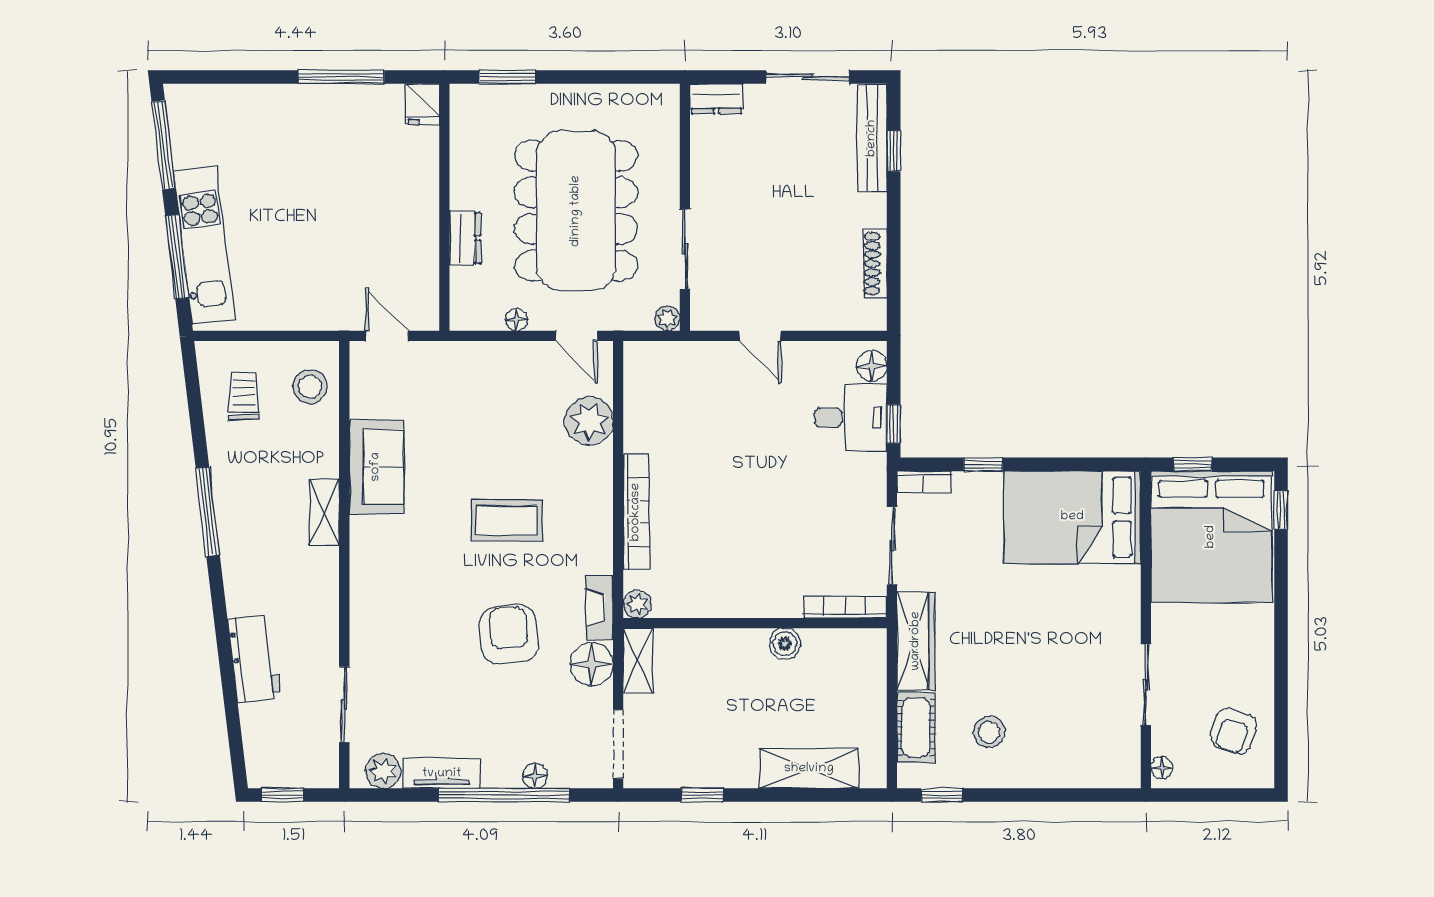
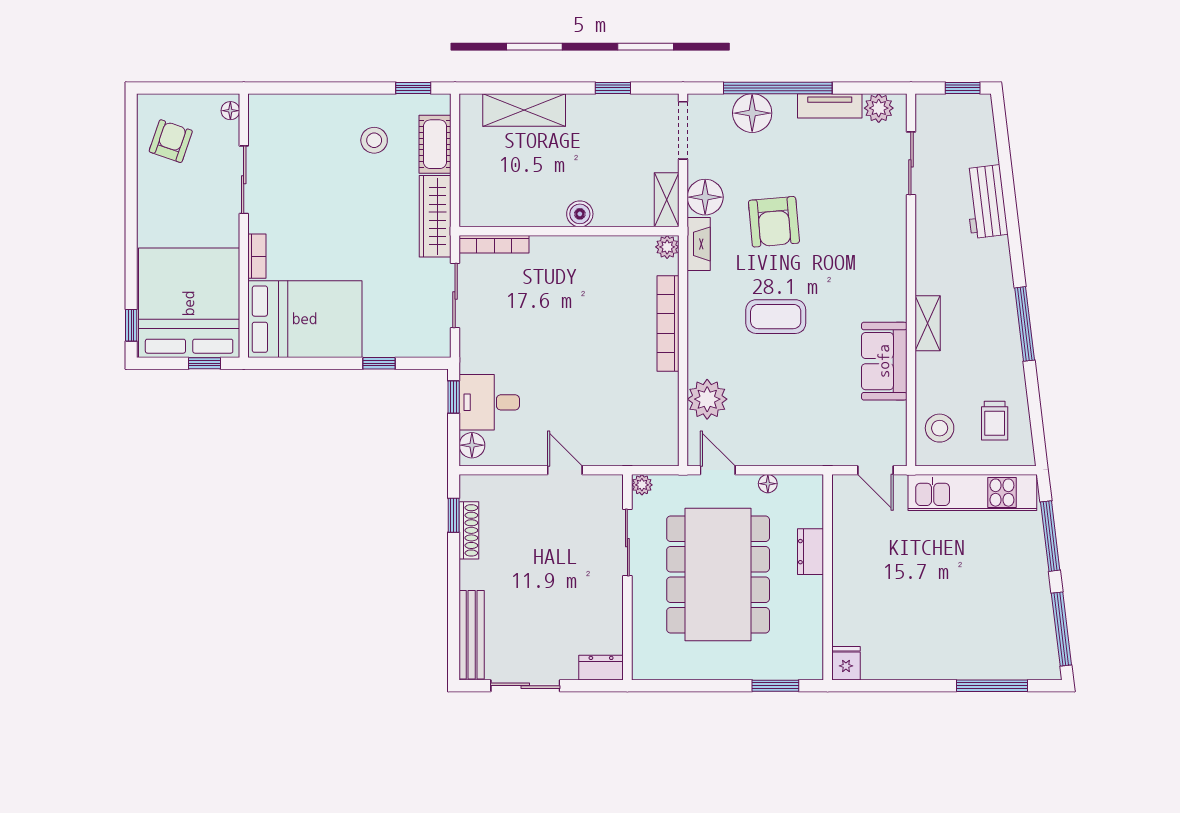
window: (341, 77) -> (992, 686), moved
window: (894, 151) -> (454, 515), moved
kitchen unit: (204, 245) -> (972, 493), moved, turned -83
bookcase: (924, 482) -> (257, 256), moved, turned 90
boiler: (785, 644) -> (580, 214), moved
floor lamp: (535, 776) -> (752, 113), width x1.89, depth x1.89

